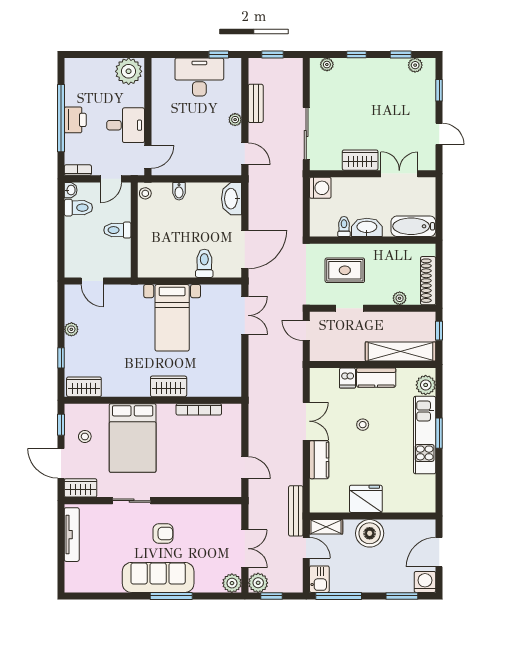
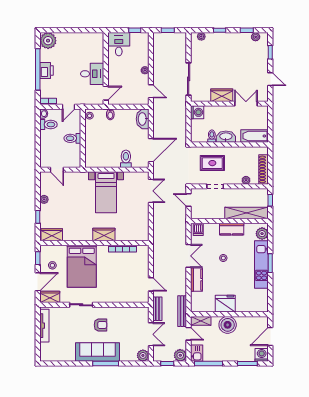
plant: (129, 71) -> (48, 41), moved
desk: (199, 77) -> (119, 44), width x0.73
bench: (256, 103) -> (157, 309), moved
wall: (148, 117) -> (106, 69), moved
desk: (126, 125) -> (92, 74), moved
door: (148, 157) -> (106, 93), moved
dishwasher: (347, 378) -> (198, 229), moved
door: (61, 463) -> (38, 282), swing flipped
plant: (258, 583) -> (180, 355), moved

